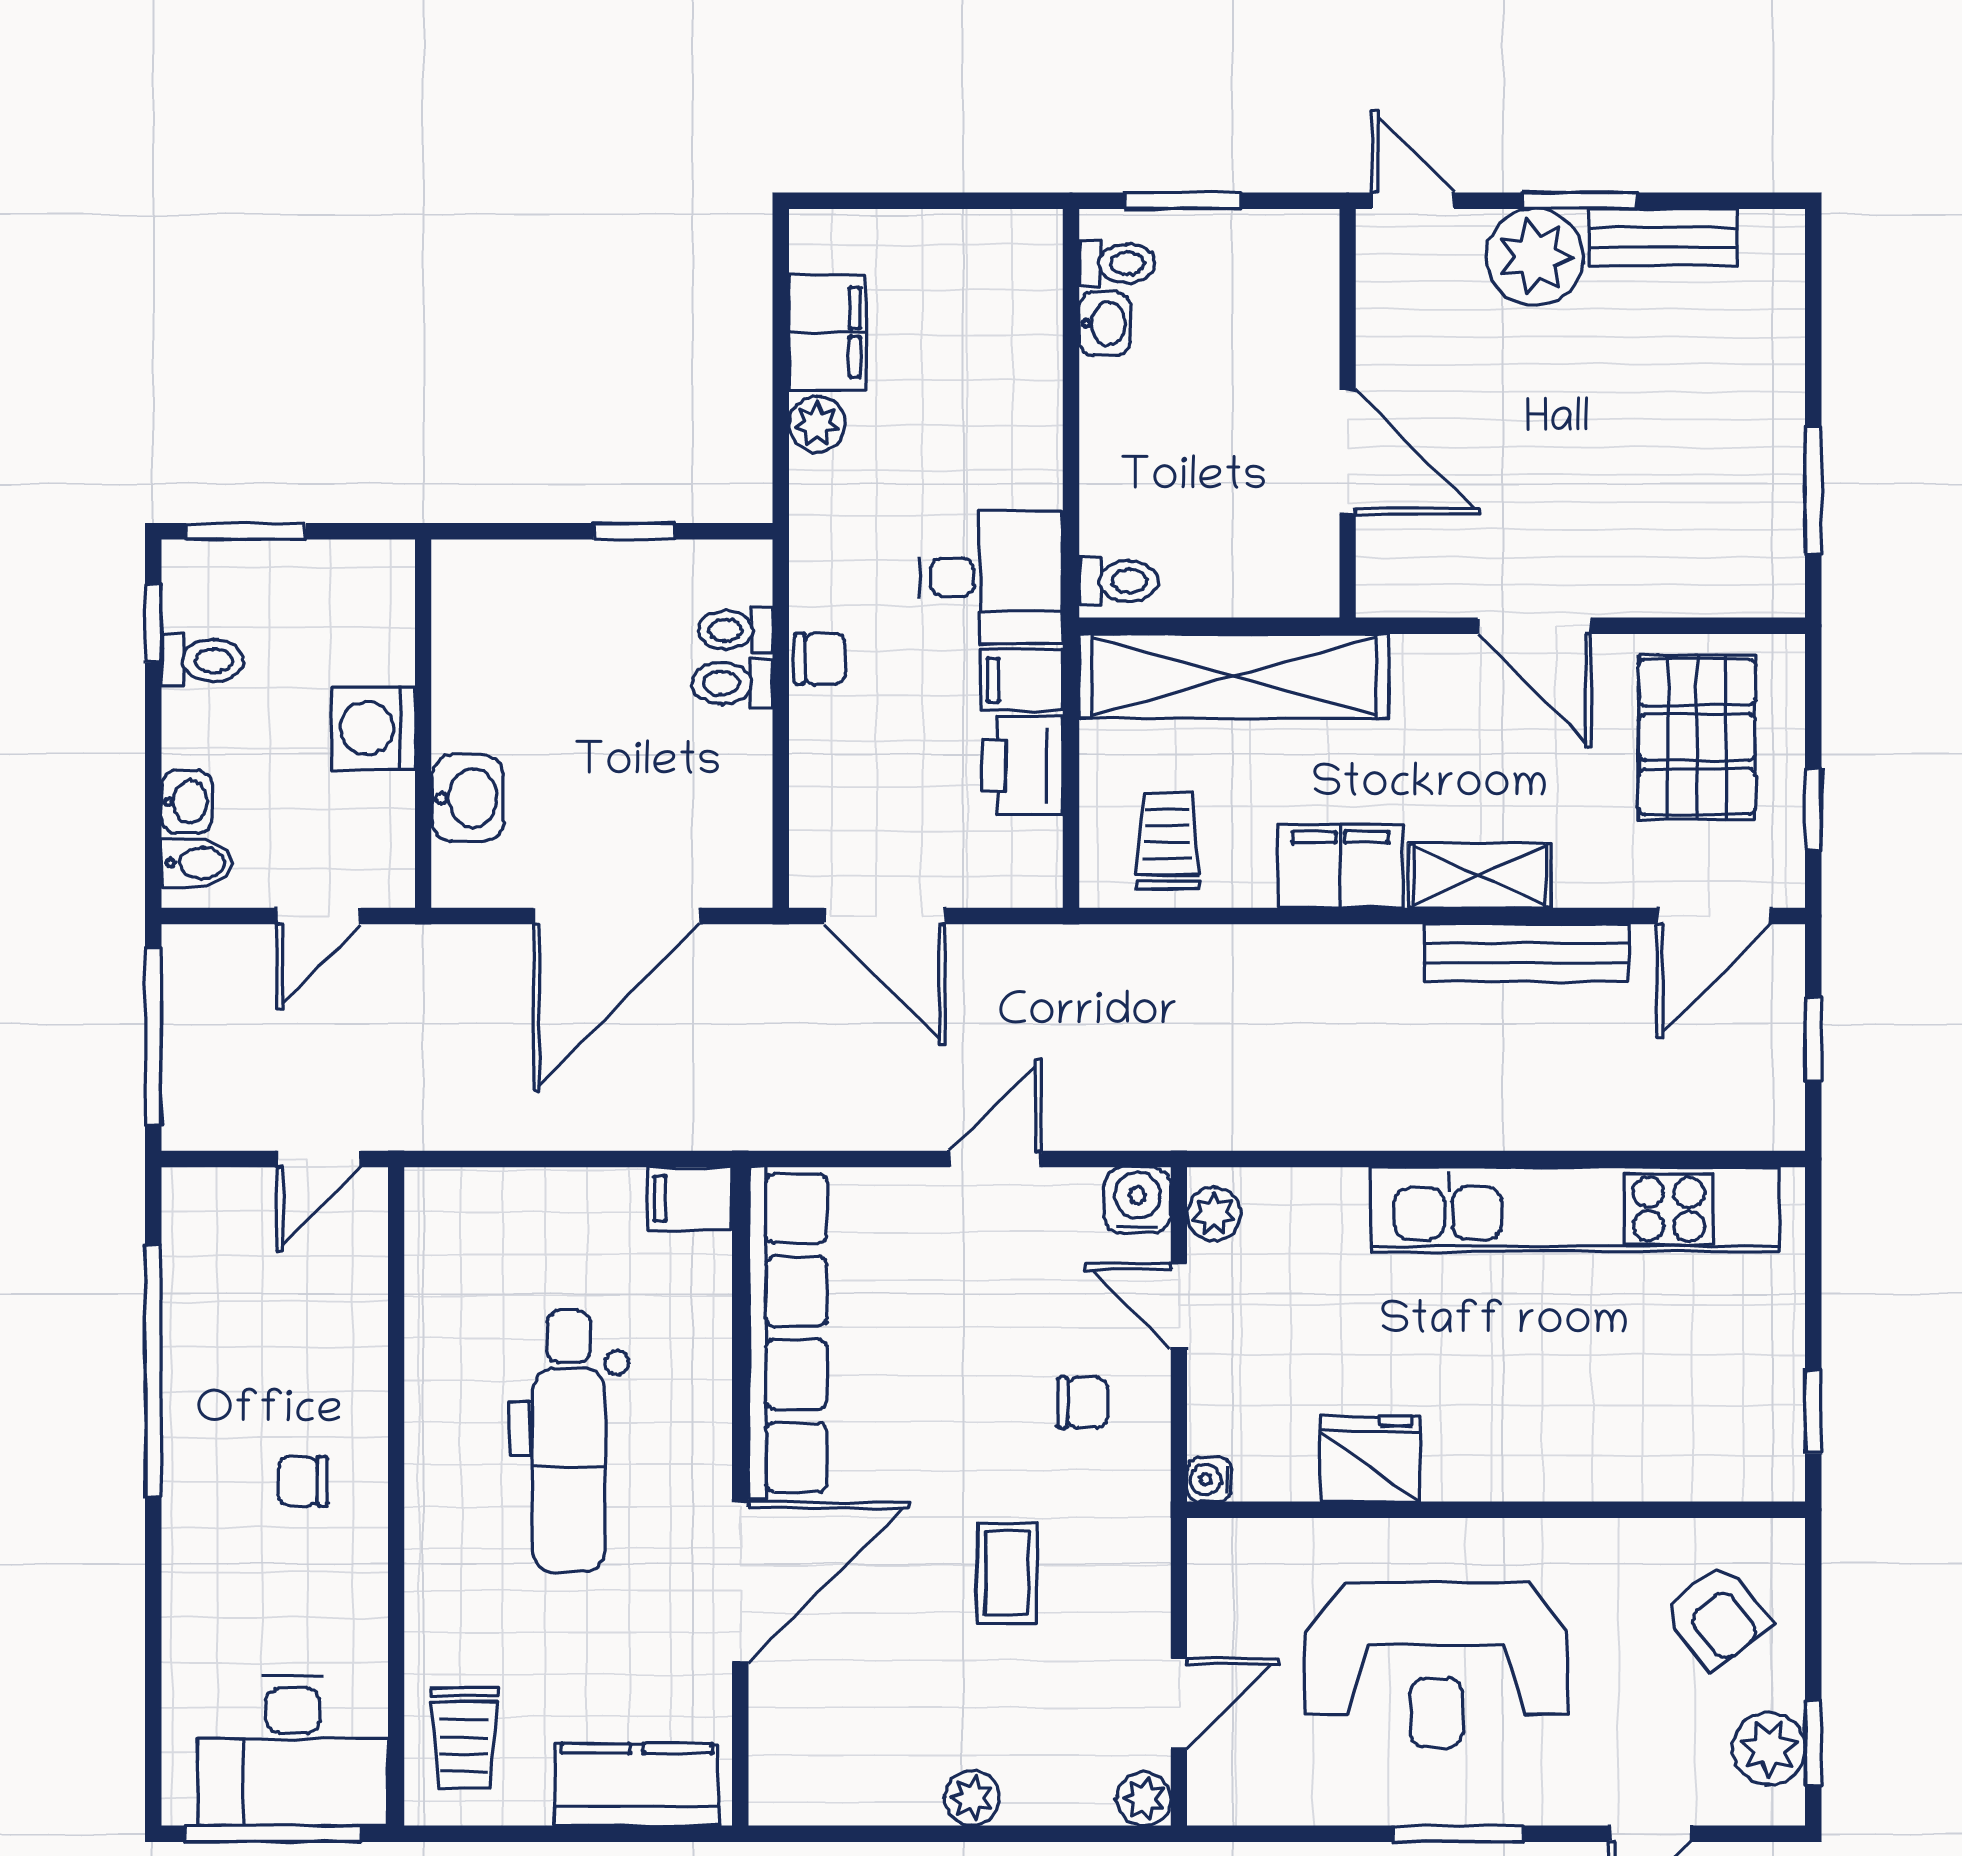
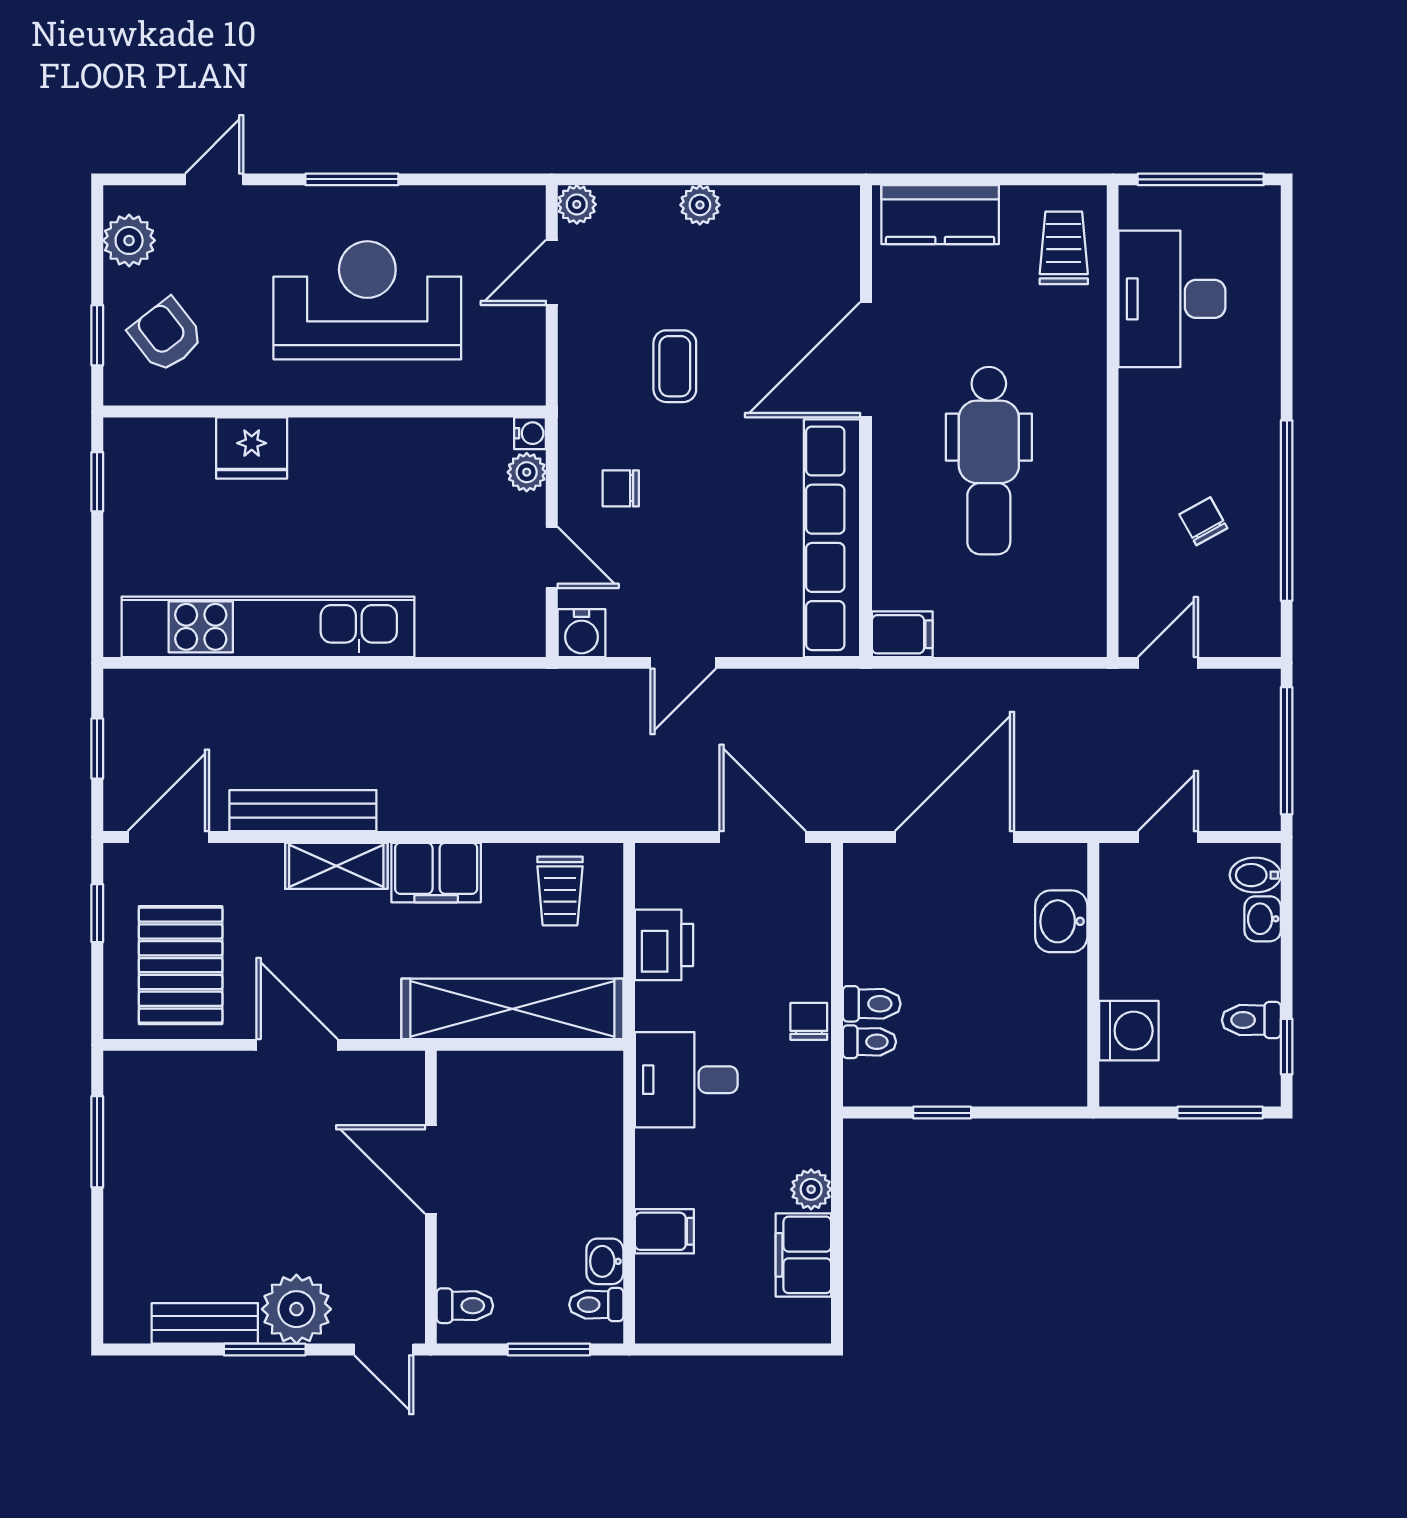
toilet: (1118, 581) -> (465, 1306), moved, turned 180
chair: (820, 659) -> (809, 1021), turned 90
filing cabinet: (1022, 680) -> (664, 1231), moved
washing machine: (373, 728) -> (1129, 1031), moved
plant: (1214, 1214) -> (527, 472), moved
dental chair: (569, 1441) -> (989, 461), turned 180
fridge: (1370, 1459) -> (252, 448), moved
chair: (303, 1481) -> (1203, 521), moved, turned -119
window: (1813, 1743) -> (97, 335), moved
desk: (293, 1751) -> (1172, 299), moved, turned -90

